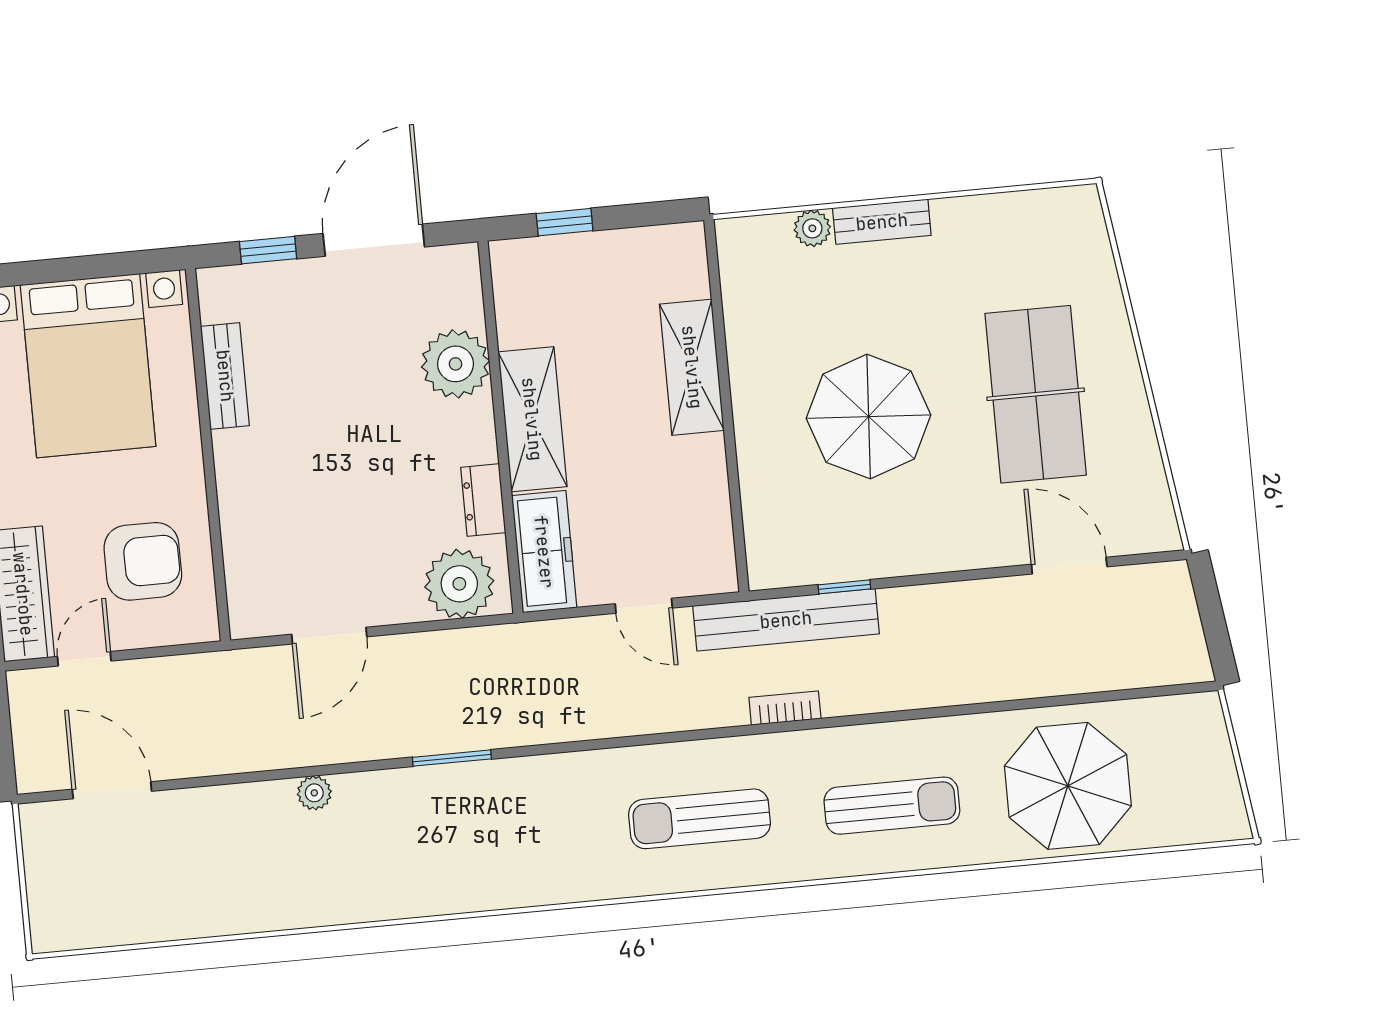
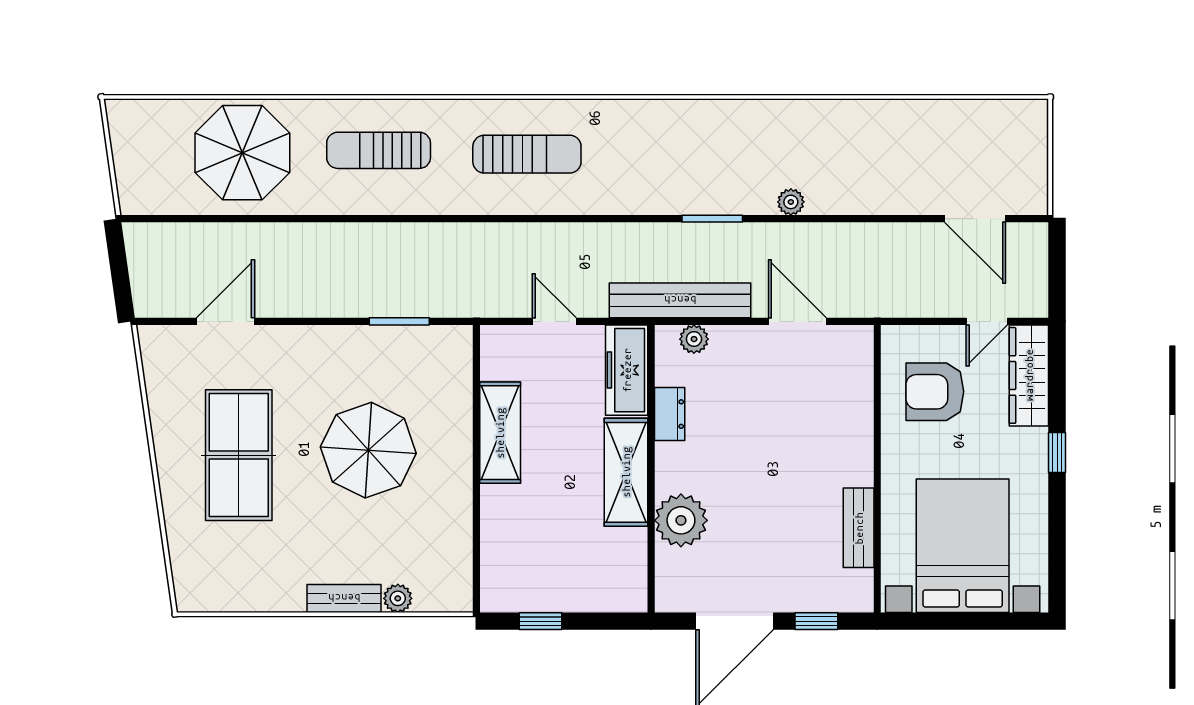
window: (565, 222) -> (540, 621), moved
shelving: (692, 367) -> (500, 433), moved
door: (1069, 566) -> (225, 321), swing flipped
plant: (459, 584) -> (694, 339), width x0.53, depth x0.53
window: (844, 587) -> (399, 321), width x1.50
bench: (786, 620) -> (680, 300), moved
door: (329, 636) -> (797, 321), hinge flipped
bookcase: (785, 708) -> (453, 233), removed
plant: (314, 793) -> (791, 202), moved

